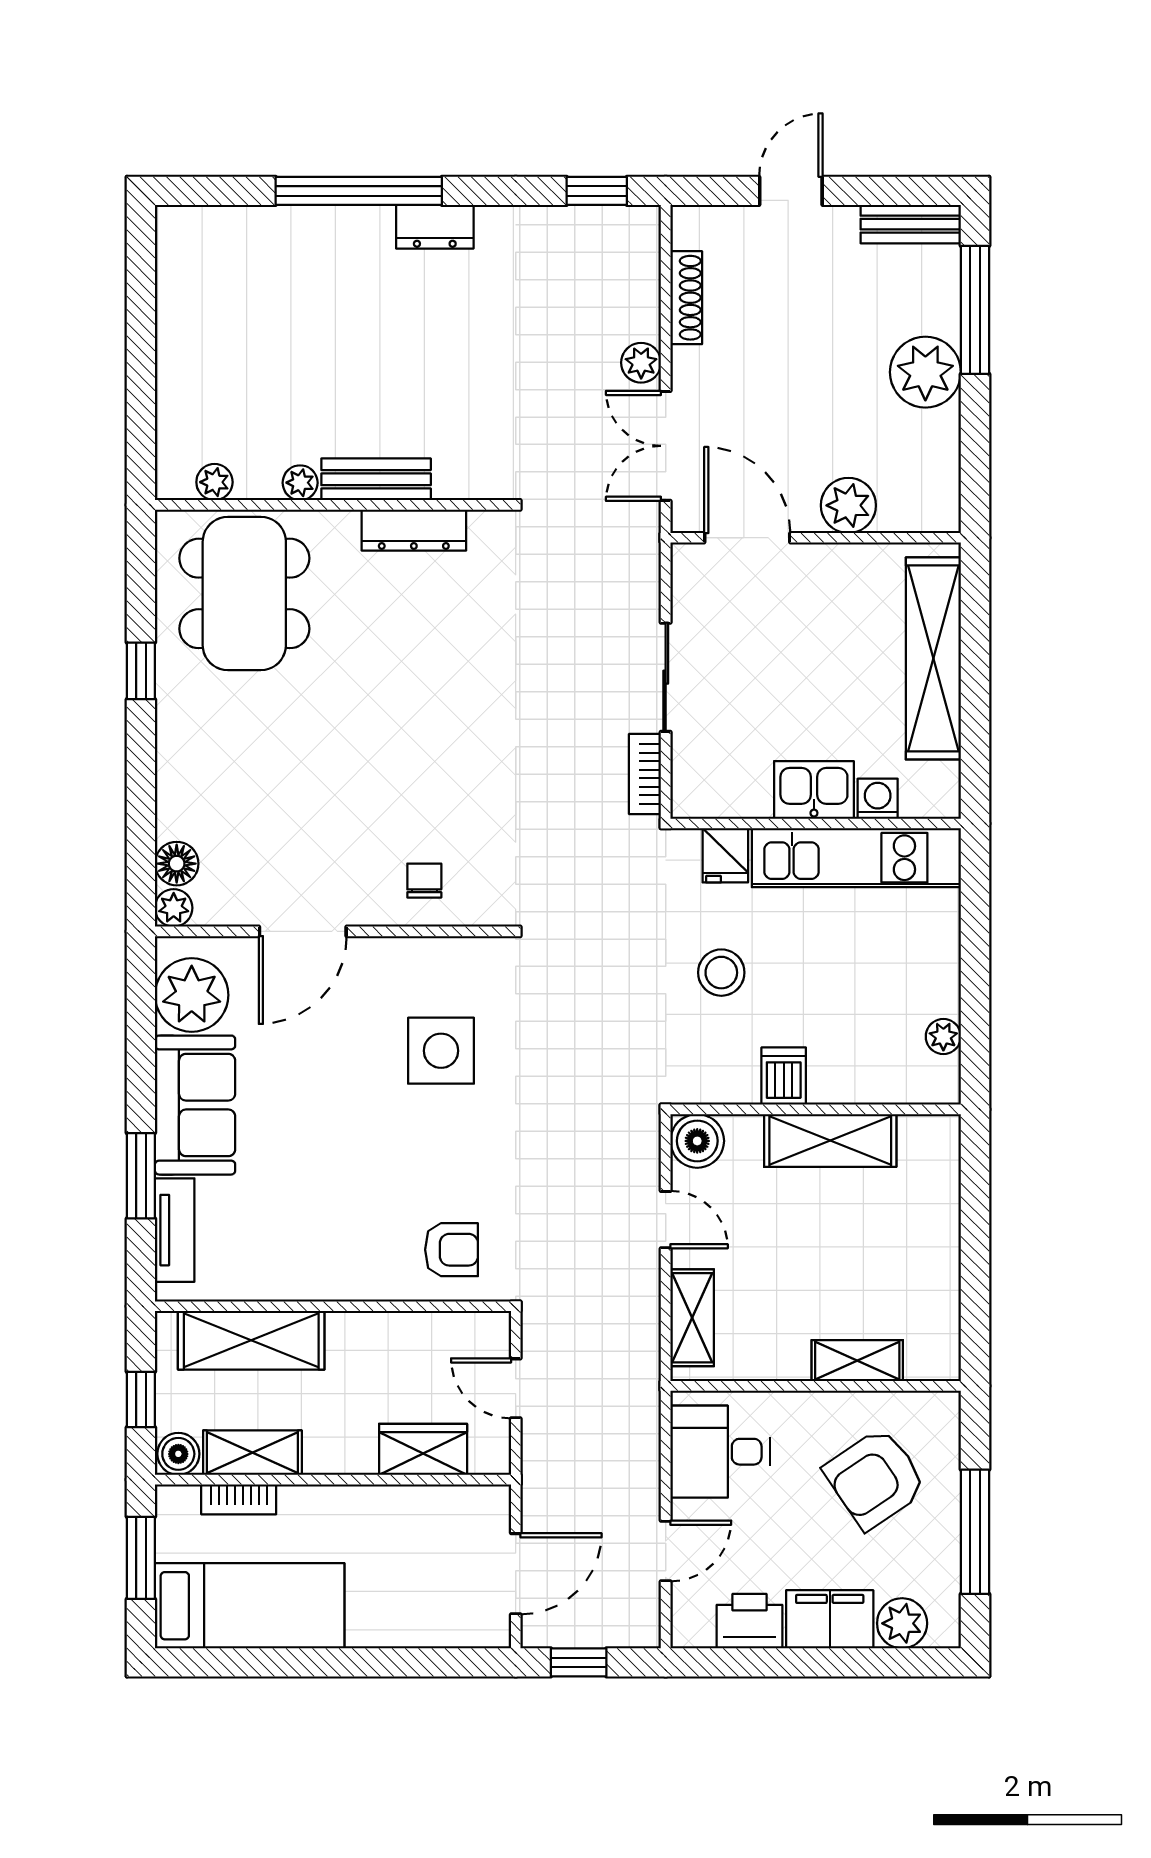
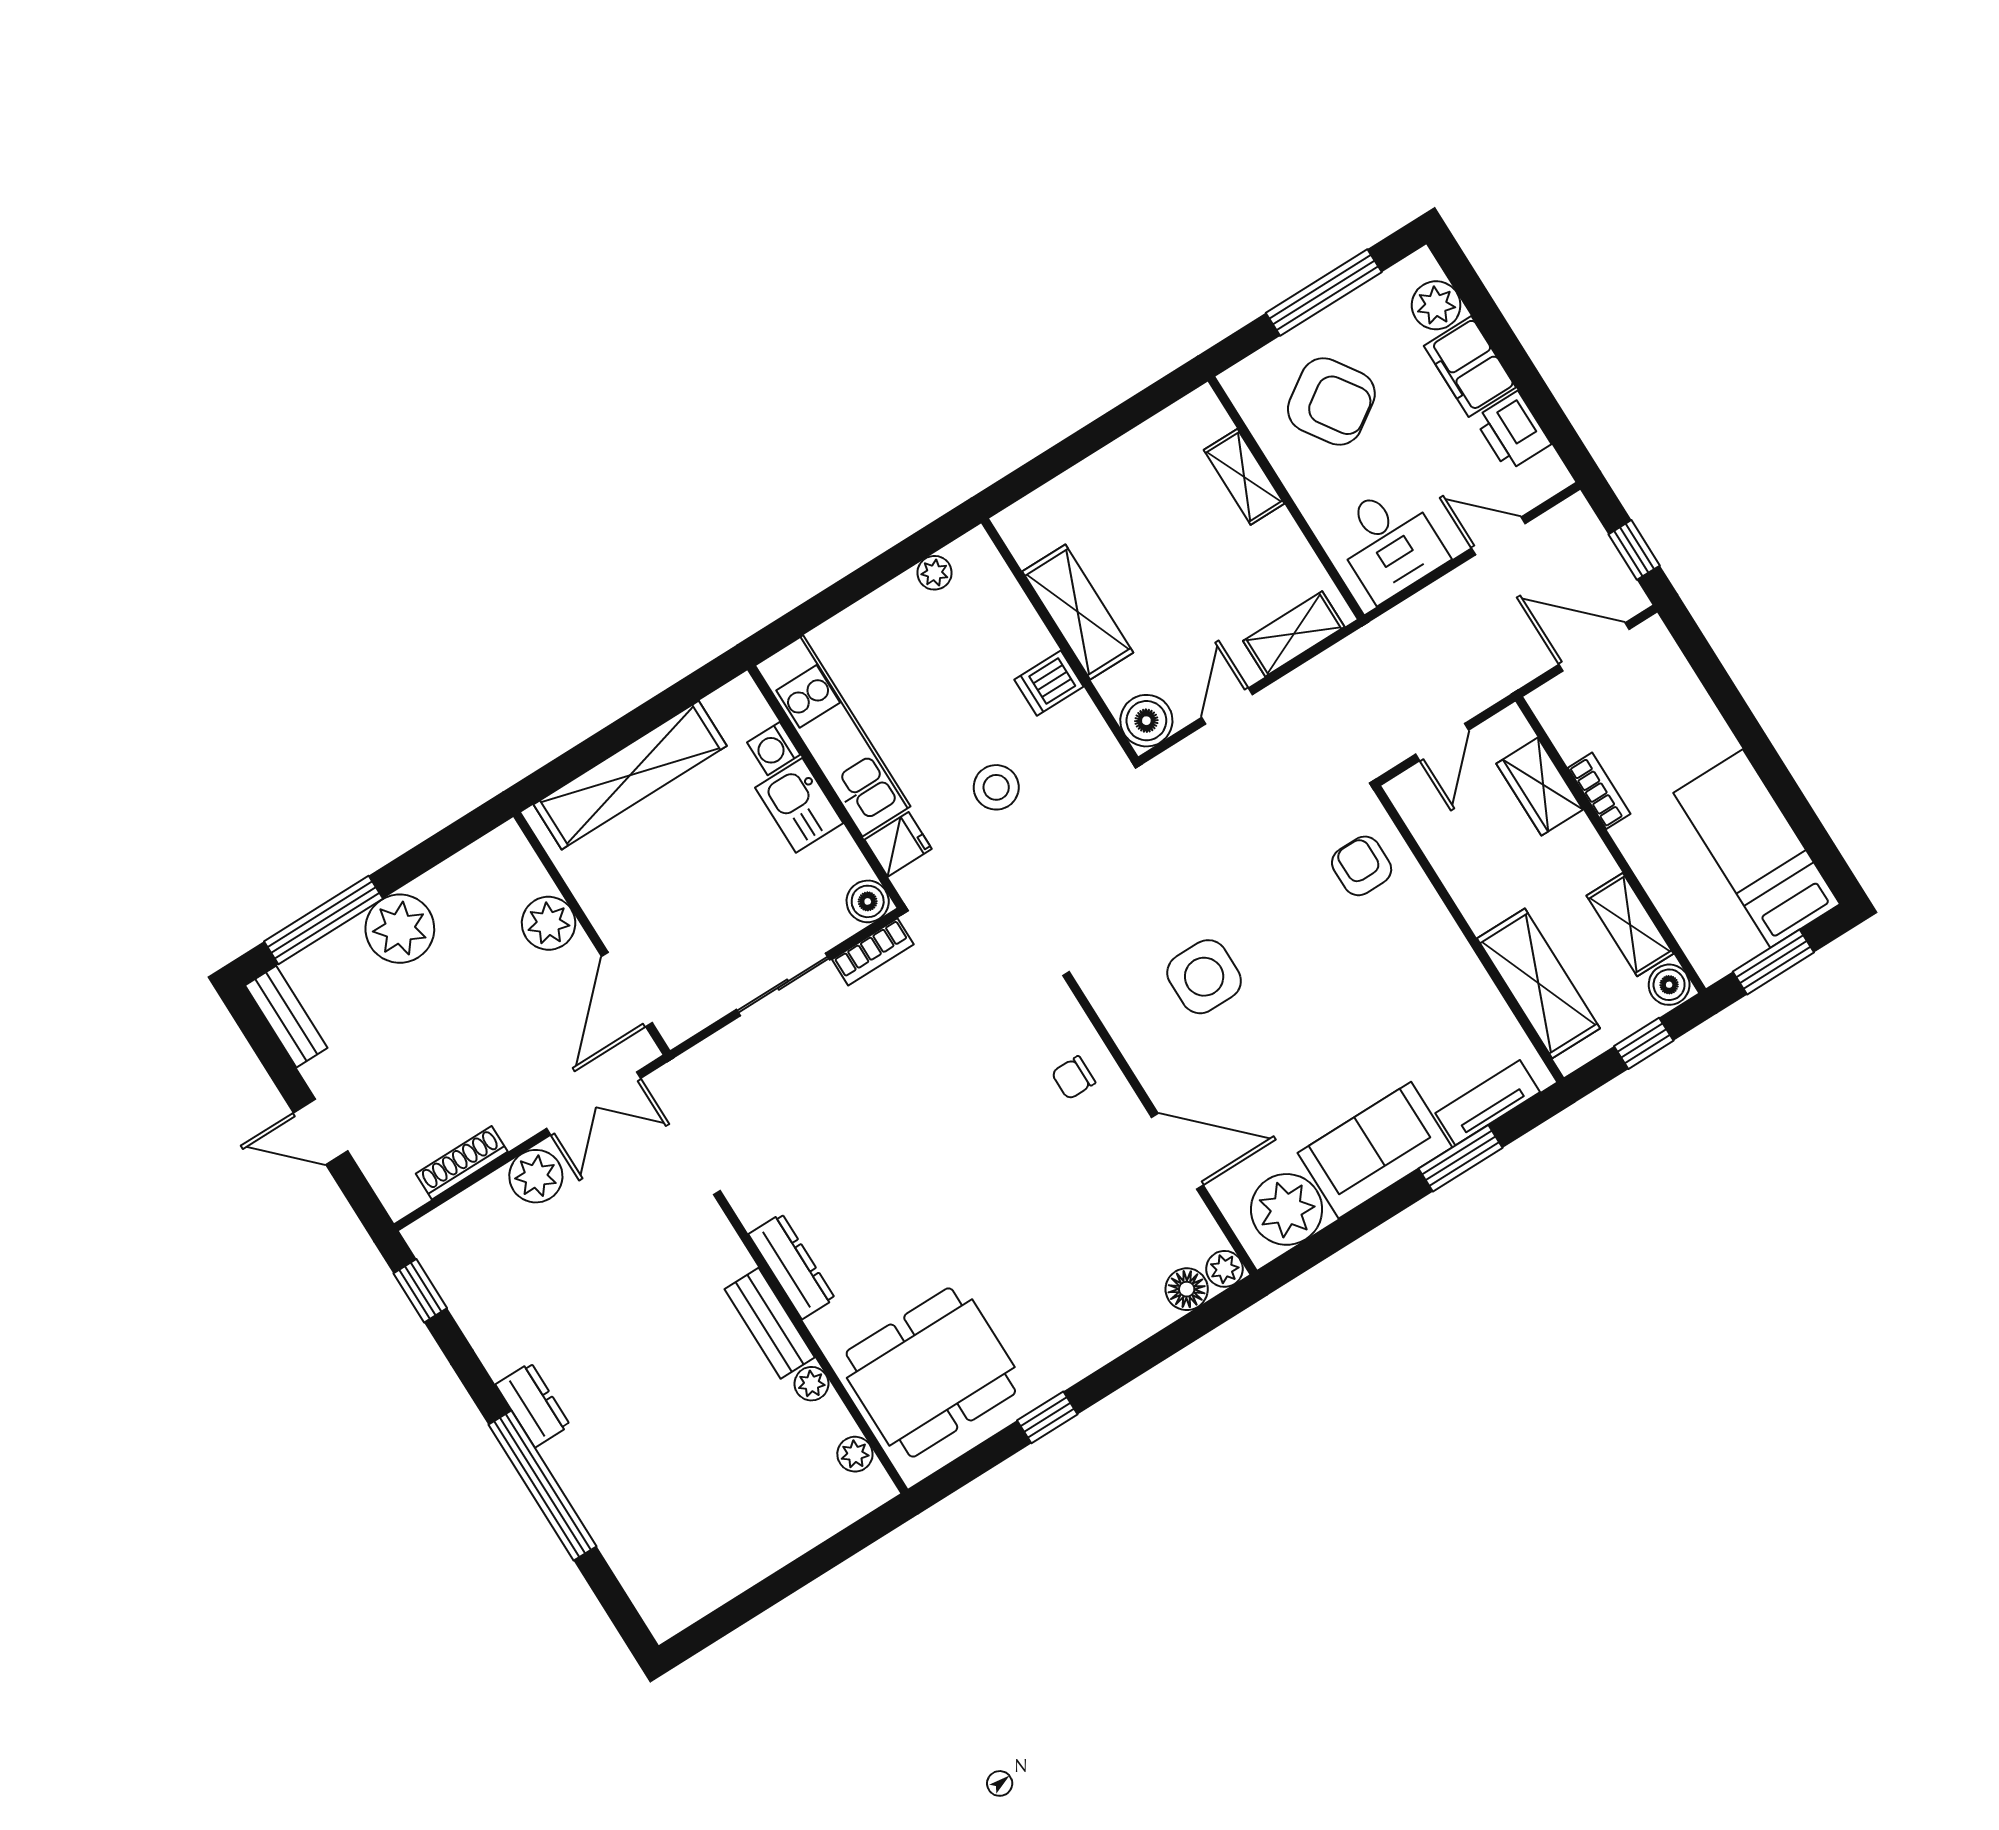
plant: (641, 363) -> (536, 1176), width x1.38, depth x1.38
boiler: (692, 797) -> (868, 901), added
bookcase: (239, 1499) -> (1599, 791), moved

